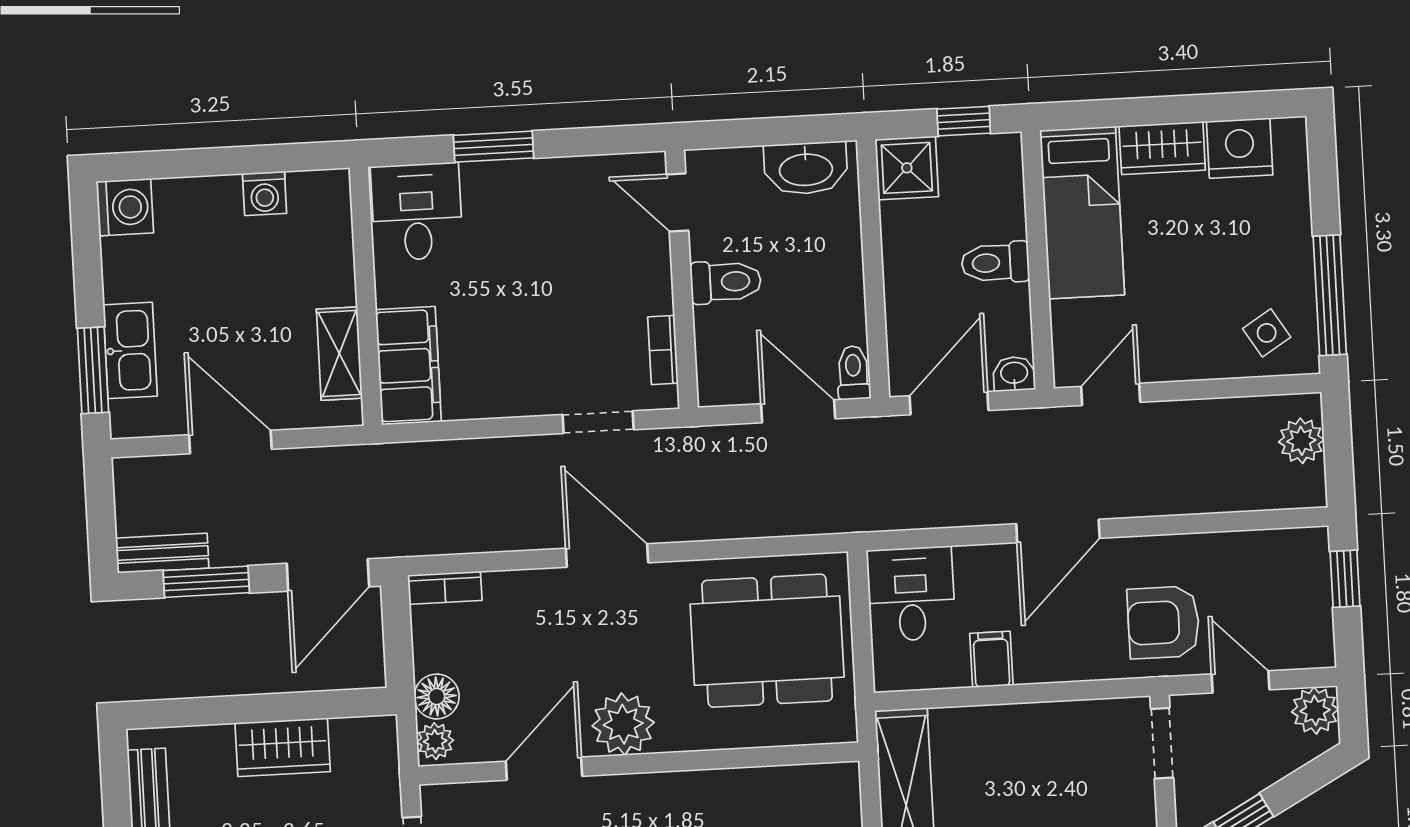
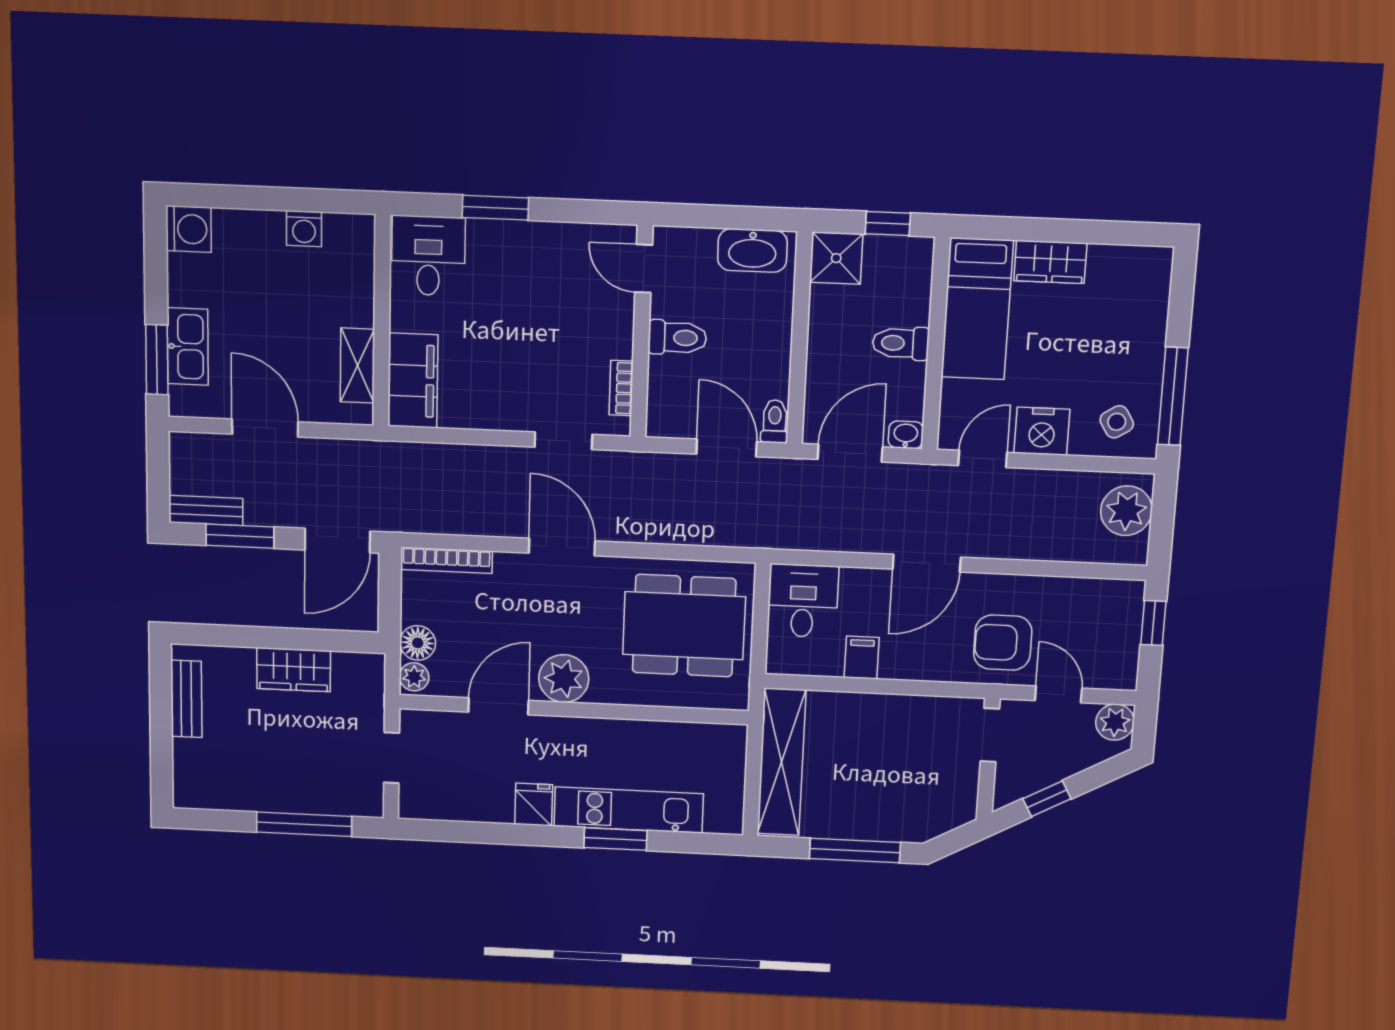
nightstand: (1240, 148) -> (1042, 431), moved, turned 180
plant: (1301, 441) -> (1126, 511), width x1.36, depth x1.36
bookcase: (445, 588) -> (447, 560), width x1.56

